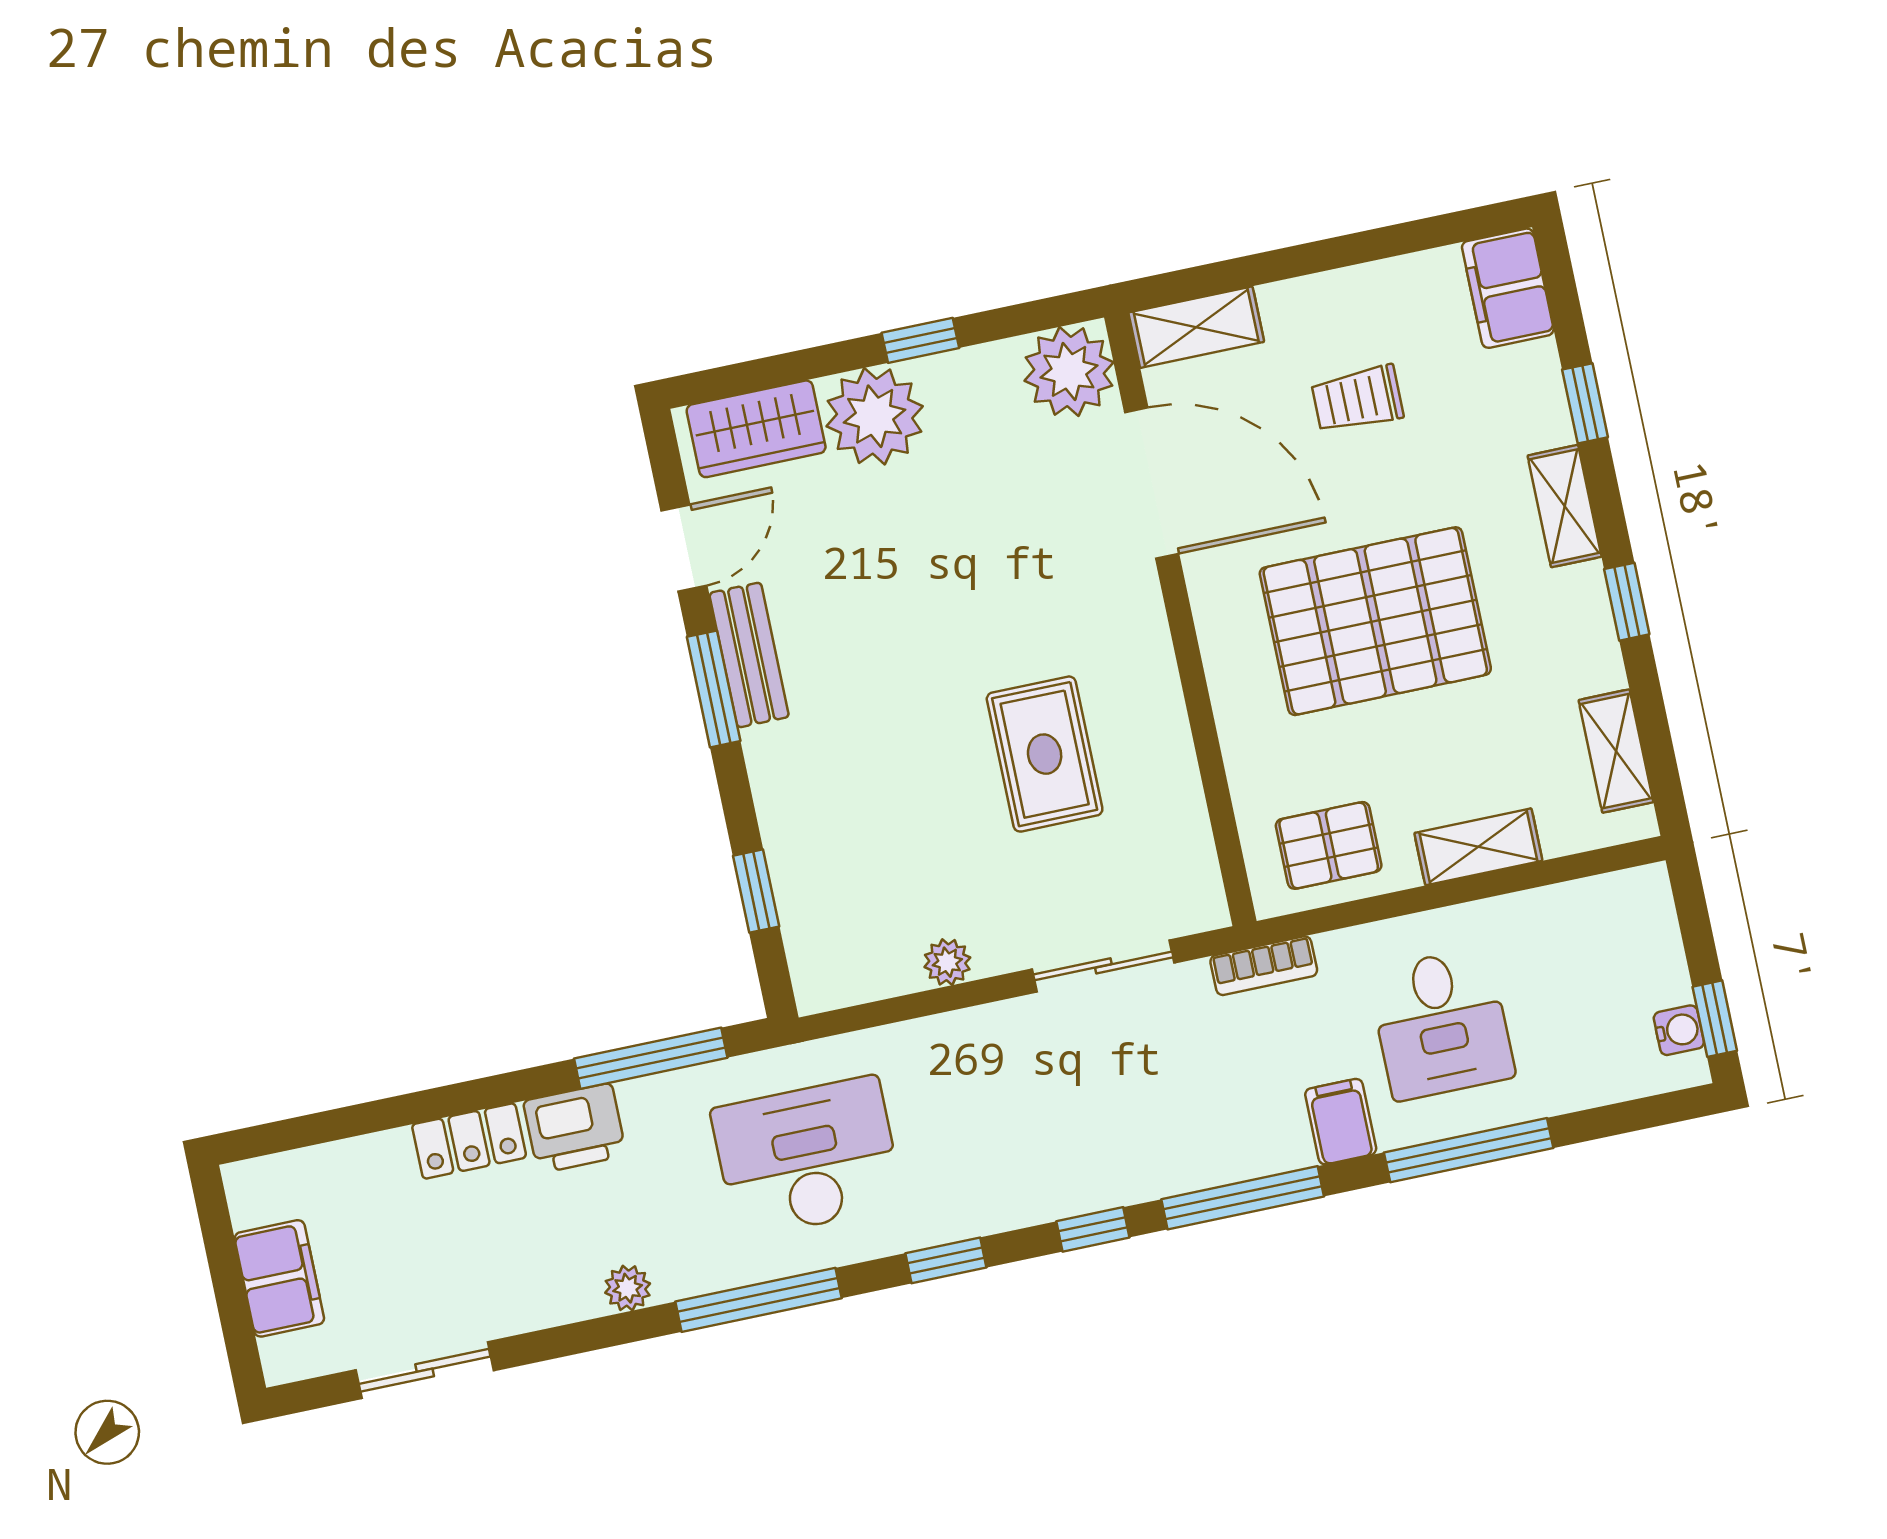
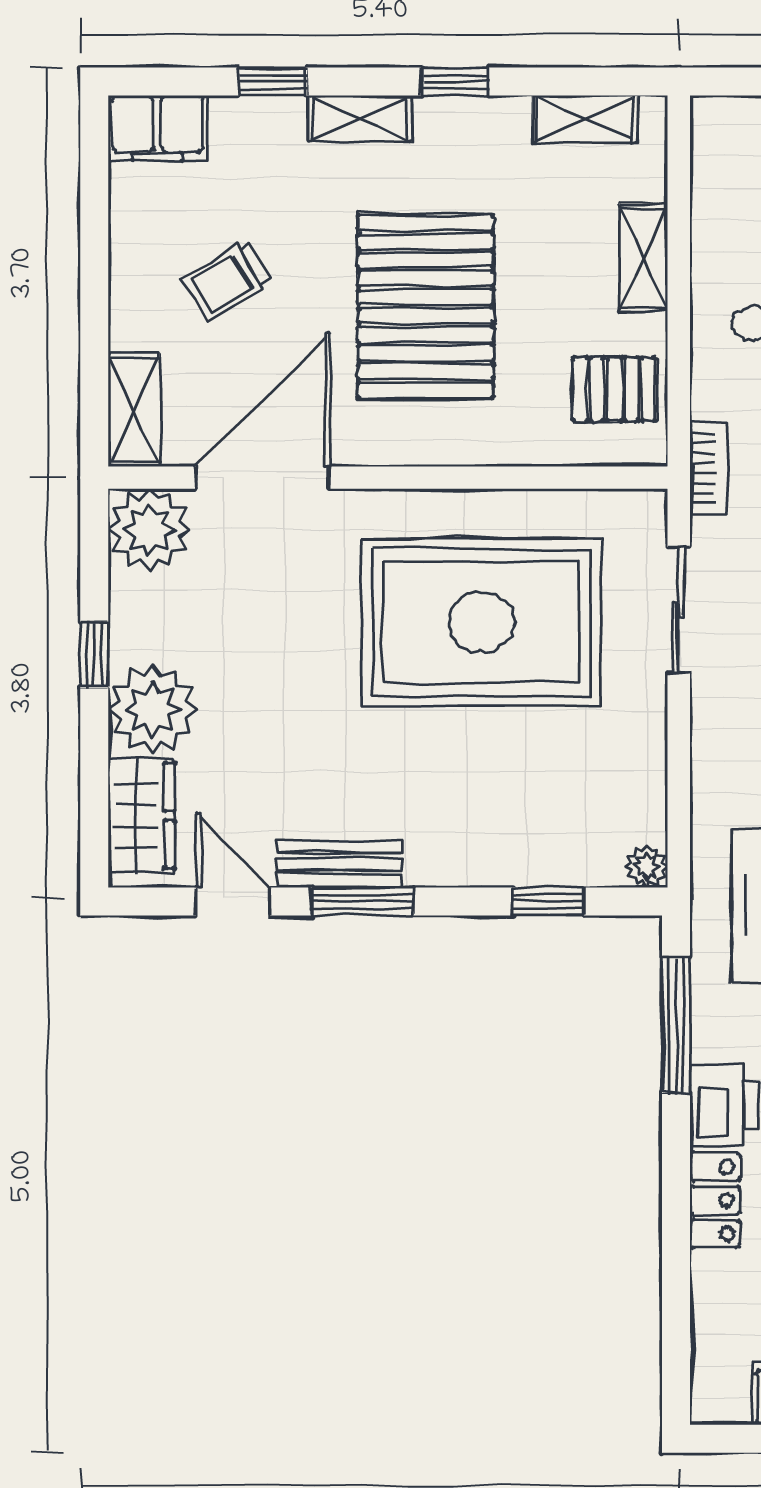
trolley: (1357, 399) -> (227, 281), turned 59
rug: (1045, 754) -> (481, 622), width x1.86, depth x2.06
pallet: (1329, 845) -> (614, 389), turned 90
plant: (947, 962) -> (646, 866), moved

